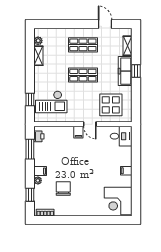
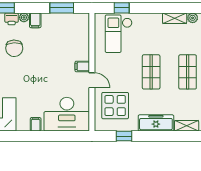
window: (136, 71) -> (124, 136), moved
door: (90, 124) -> (92, 80), swing flipped
printer: (39, 136) -> (12, 19), moved
desk: (121, 136) -> (67, 114), width x1.87, depth x1.30
chair: (63, 188) -> (14, 48), turned 88

